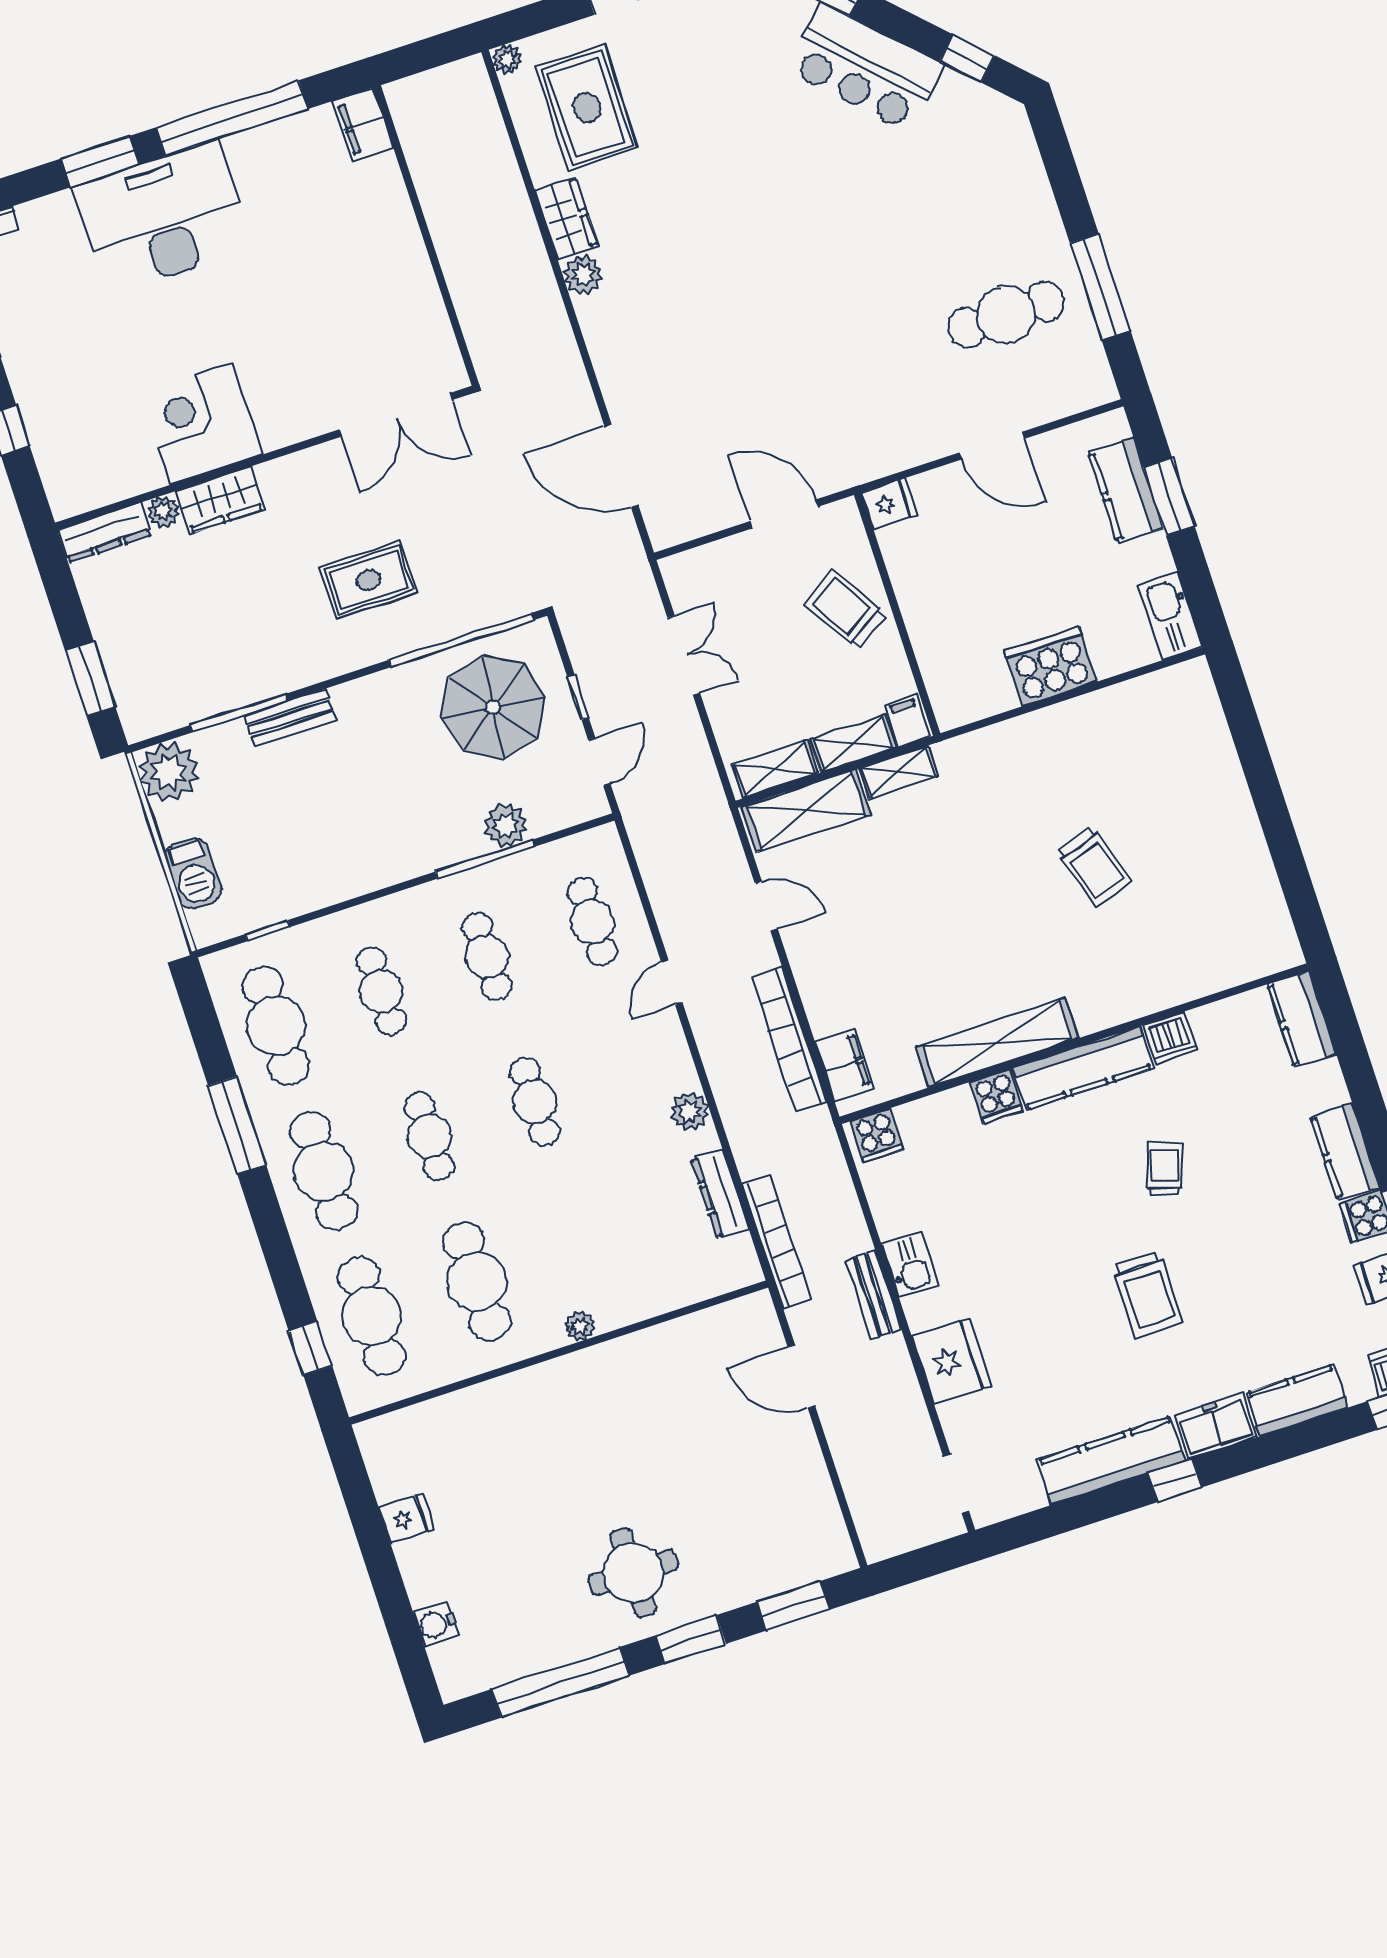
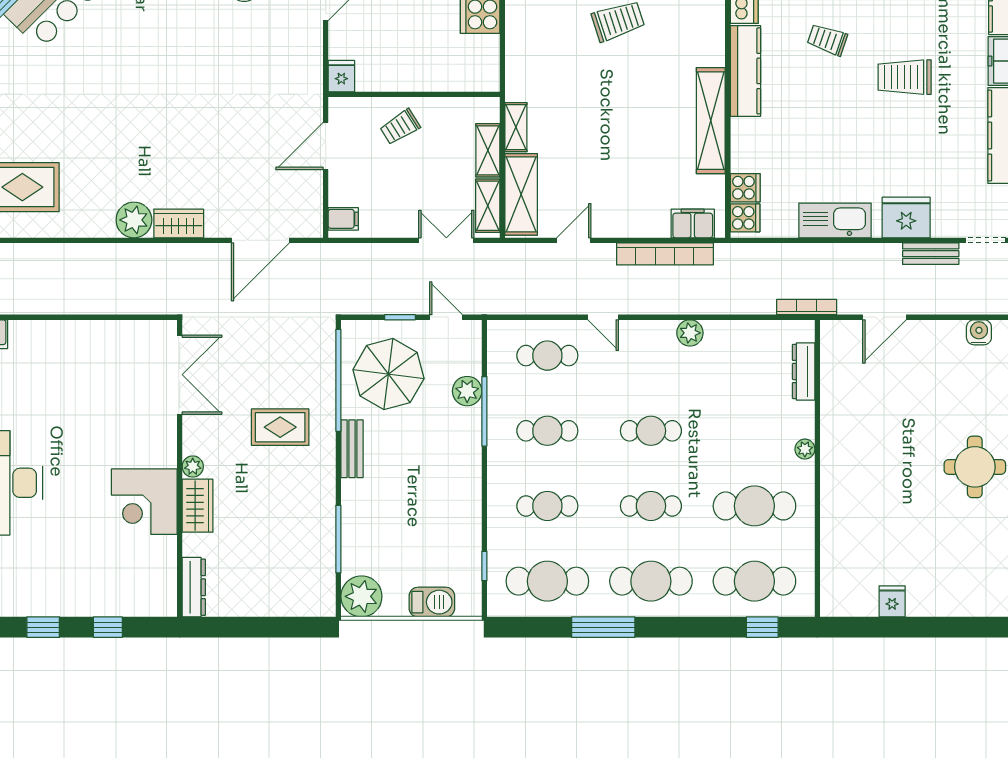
wardrobe: (566, 218) -> (179, 223), moved
plant: (583, 275) -> (134, 220), width x1.36, depth x1.36
plant: (163, 512) -> (193, 467), moved
rug: (369, 580) -> (280, 427), turned 90
trolley: (845, 610) -> (400, 127), width x0.73, depth x0.72
double door: (684, 655) -> (446, 240), moved
window: (90, 679) -> (285, 627), removed
bench: (290, 717) -> (352, 449), moved
filing cabinet: (907, 721) -> (343, 219), moved, turned 180
cooker: (996, 1096) -> (745, 188), moved
dresser: (720, 1193) -> (804, 371), moved, turned 90
bookcase: (777, 1242) -> (807, 307), width x0.68, depth x0.76
kitchen sink: (910, 1264) -> (835, 220), width x1.88, depth x1.24
trolley: (1148, 1294) -> (905, 77), turned 180
bench: (873, 1295) -> (931, 254), moved
water cooler: (436, 1624) -> (979, 332), moved, turned 180

